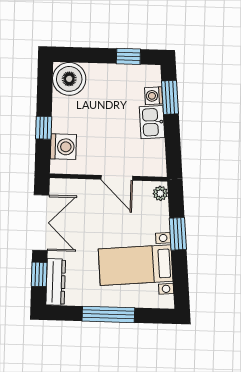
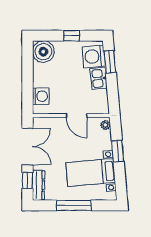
window: (128, 56) -> (72, 36), moved
washing machine: (154, 96) -> (94, 56), width x1.89, depth x1.89
window: (44, 128) -> (28, 84), removed

